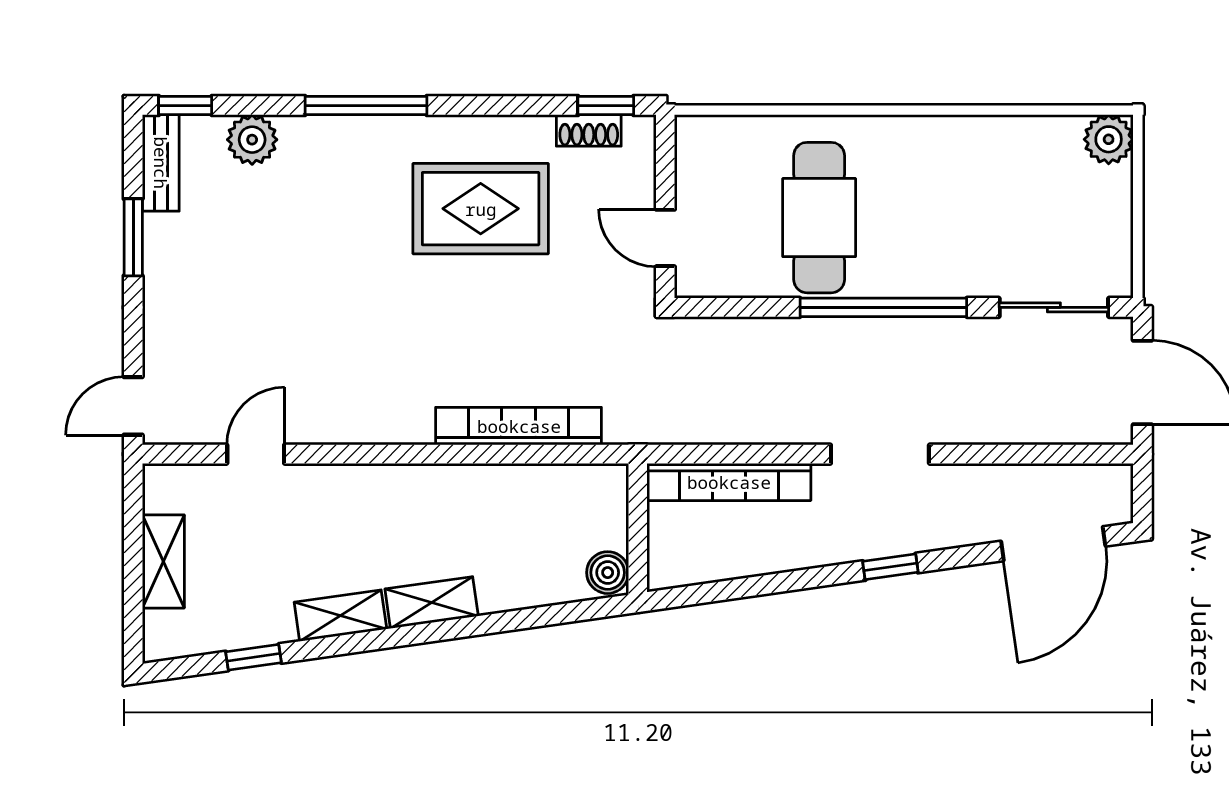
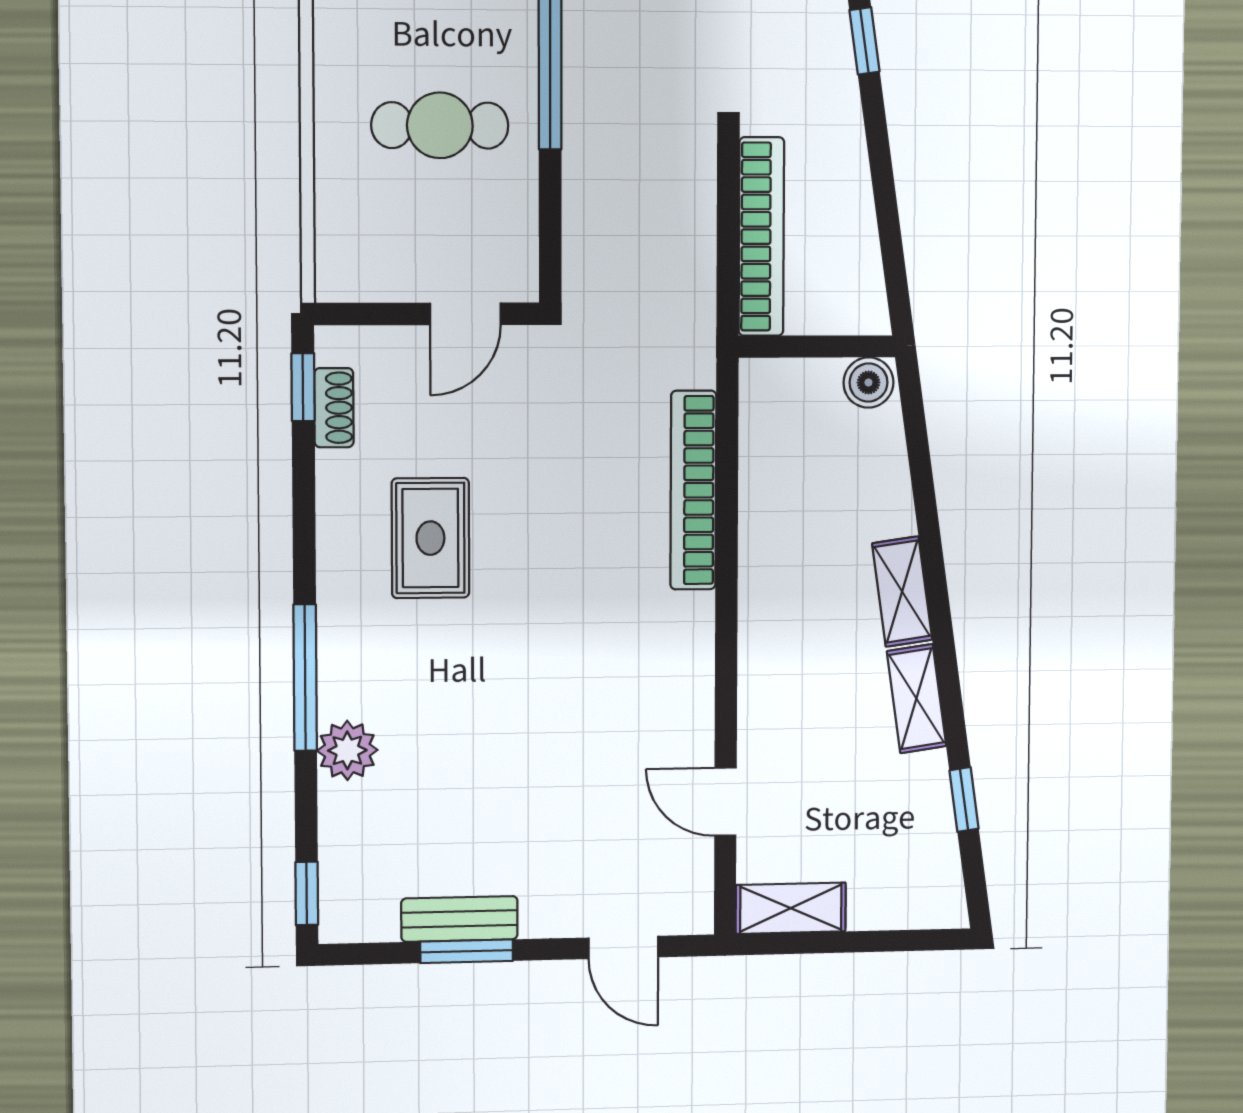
plant: (252, 140) -> (347, 750), moved
bench: (161, 163) -> (459, 919), moved
rug: (481, 209) -> (430, 538), width x0.73, depth x0.70
cafe table: (819, 218) -> (440, 125), width x0.73, depth x0.74
door: (133, 406) -> (623, 947), moved
shelving: (163, 561) -> (791, 908), moved

